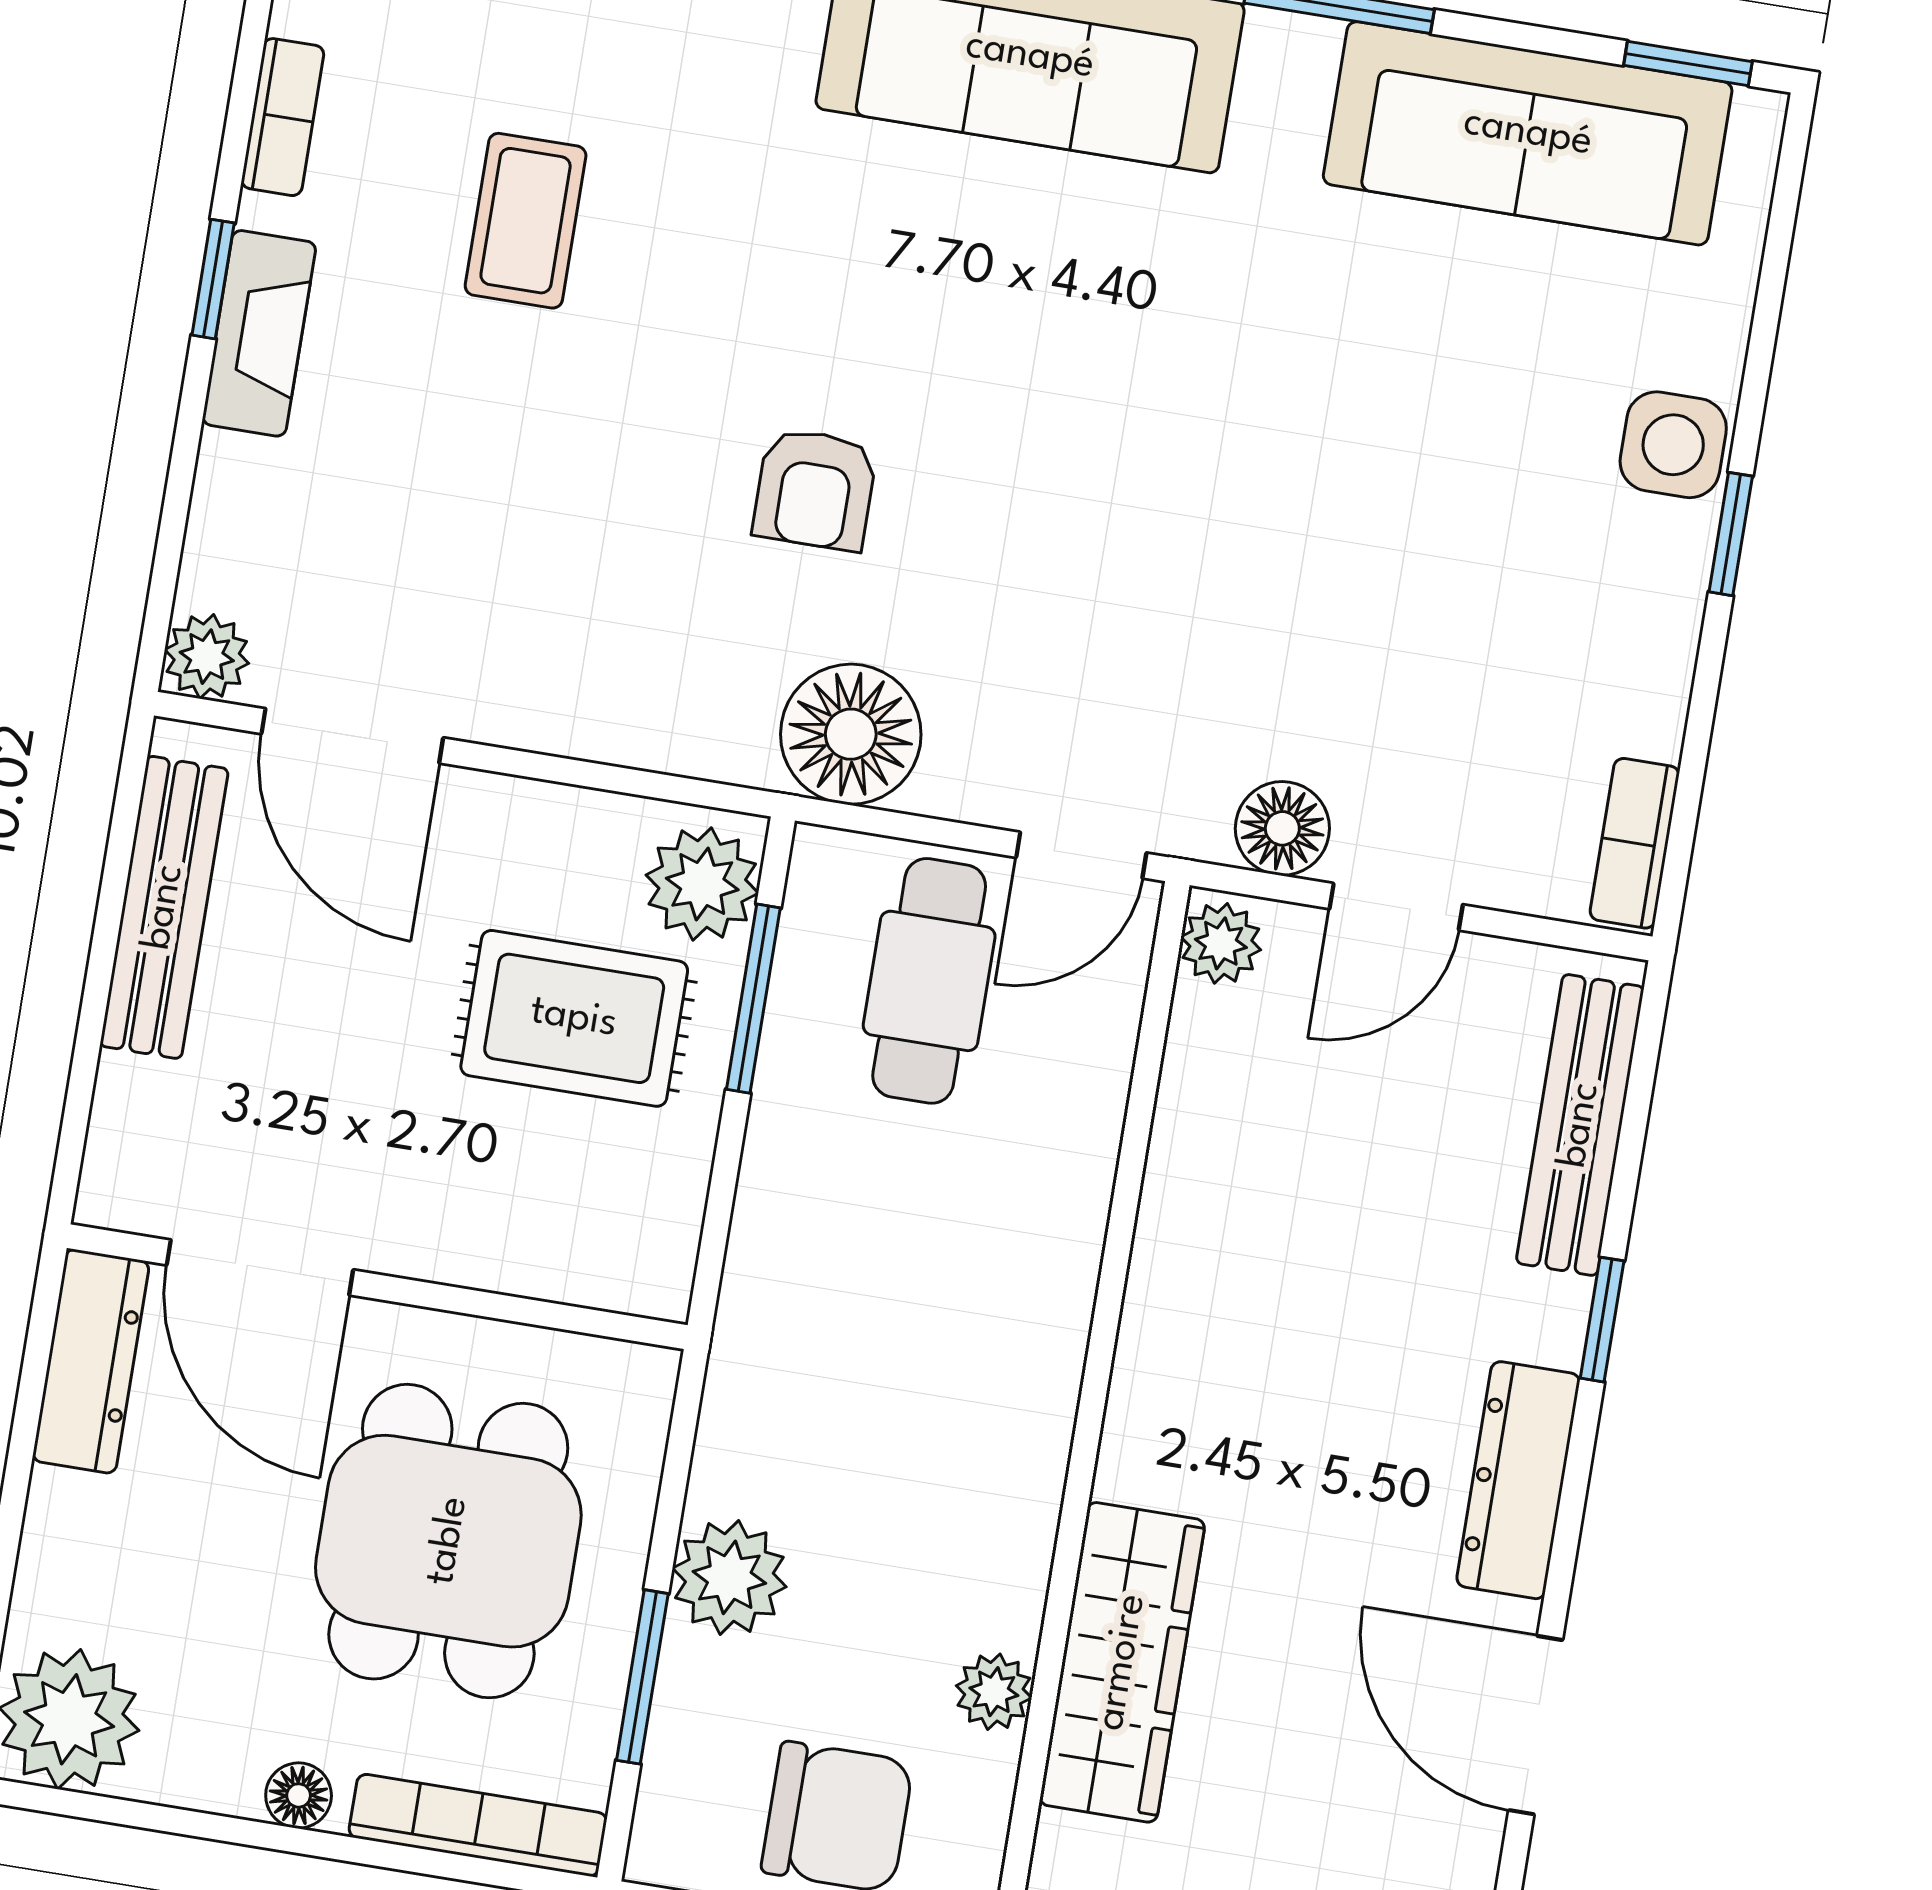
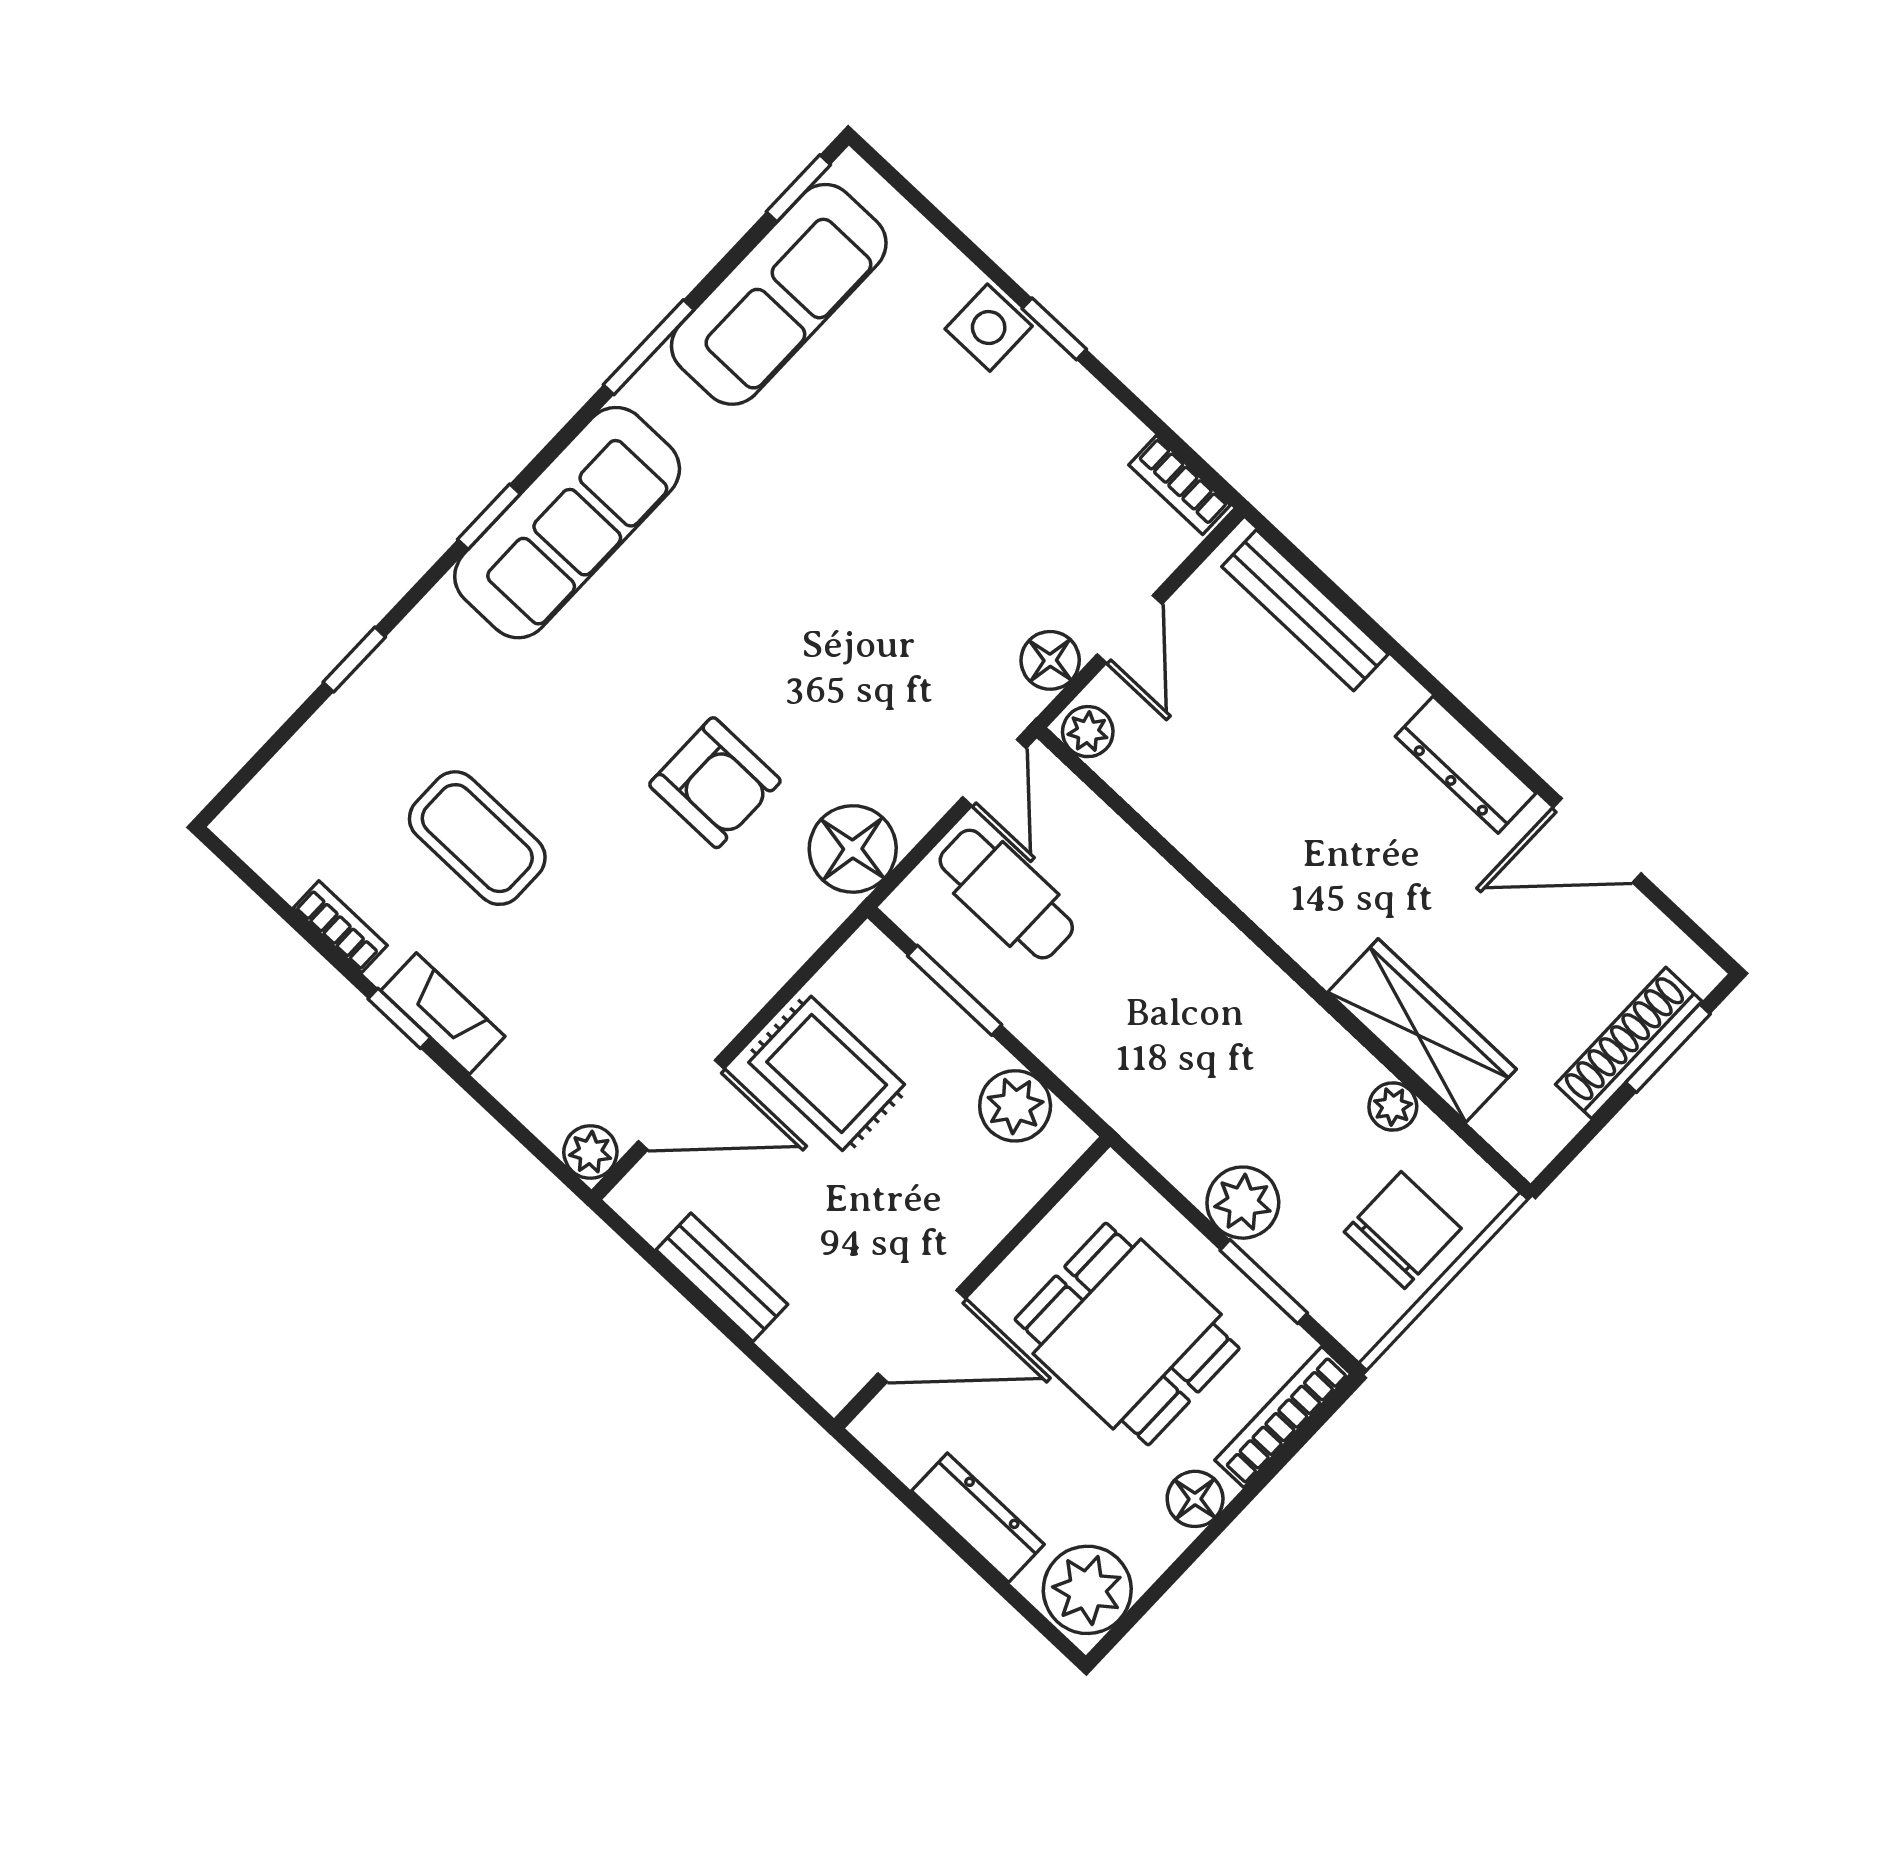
coffee table: (526, 221) -> (477, 838), width x1.36, depth x1.30
armchair: (815, 489) -> (715, 783), width x1.38, depth x1.38
plant: (702, 884) -> (1015, 1106), moved
bench: (164, 907) -> (722, 1277), width x0.73
rug: (574, 1018) -> (827, 1073), moved, turned 90
window: (1602, 1320) -> (1412, 666), removed
dresser: (91, 1361) -> (978, 1518), moved
floor lamp: (299, 1795) -> (1195, 1499), width x1.37, depth x1.37

